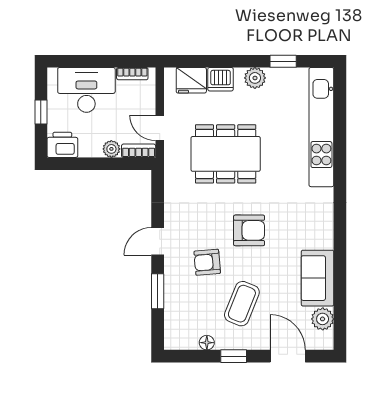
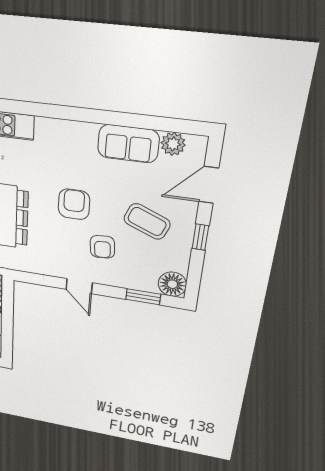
window: (158, 291) -> (143, 297), moved
floor lamp: (207, 343) -> (172, 284), moved, width x1.89, depth x1.89

